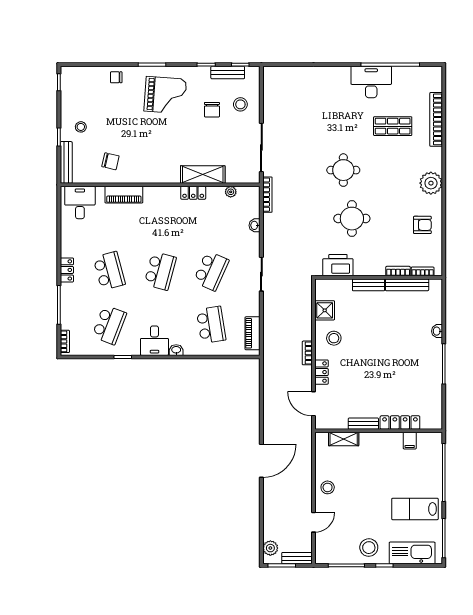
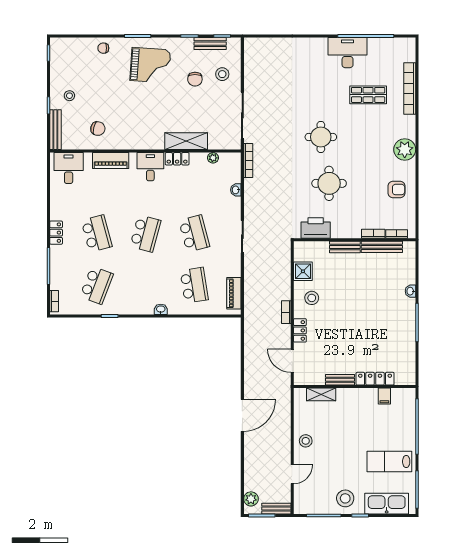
school desk: (211, 271) -> (194, 234), turned -39
desk: (154, 341) -> (150, 167), moved, turned 180

